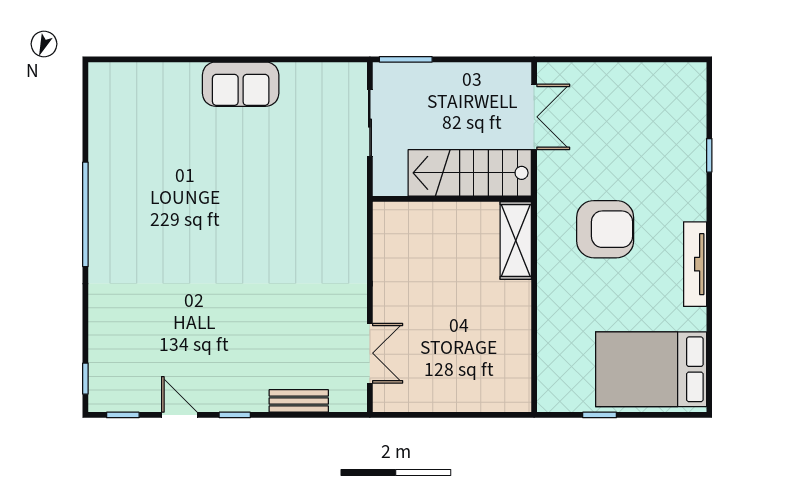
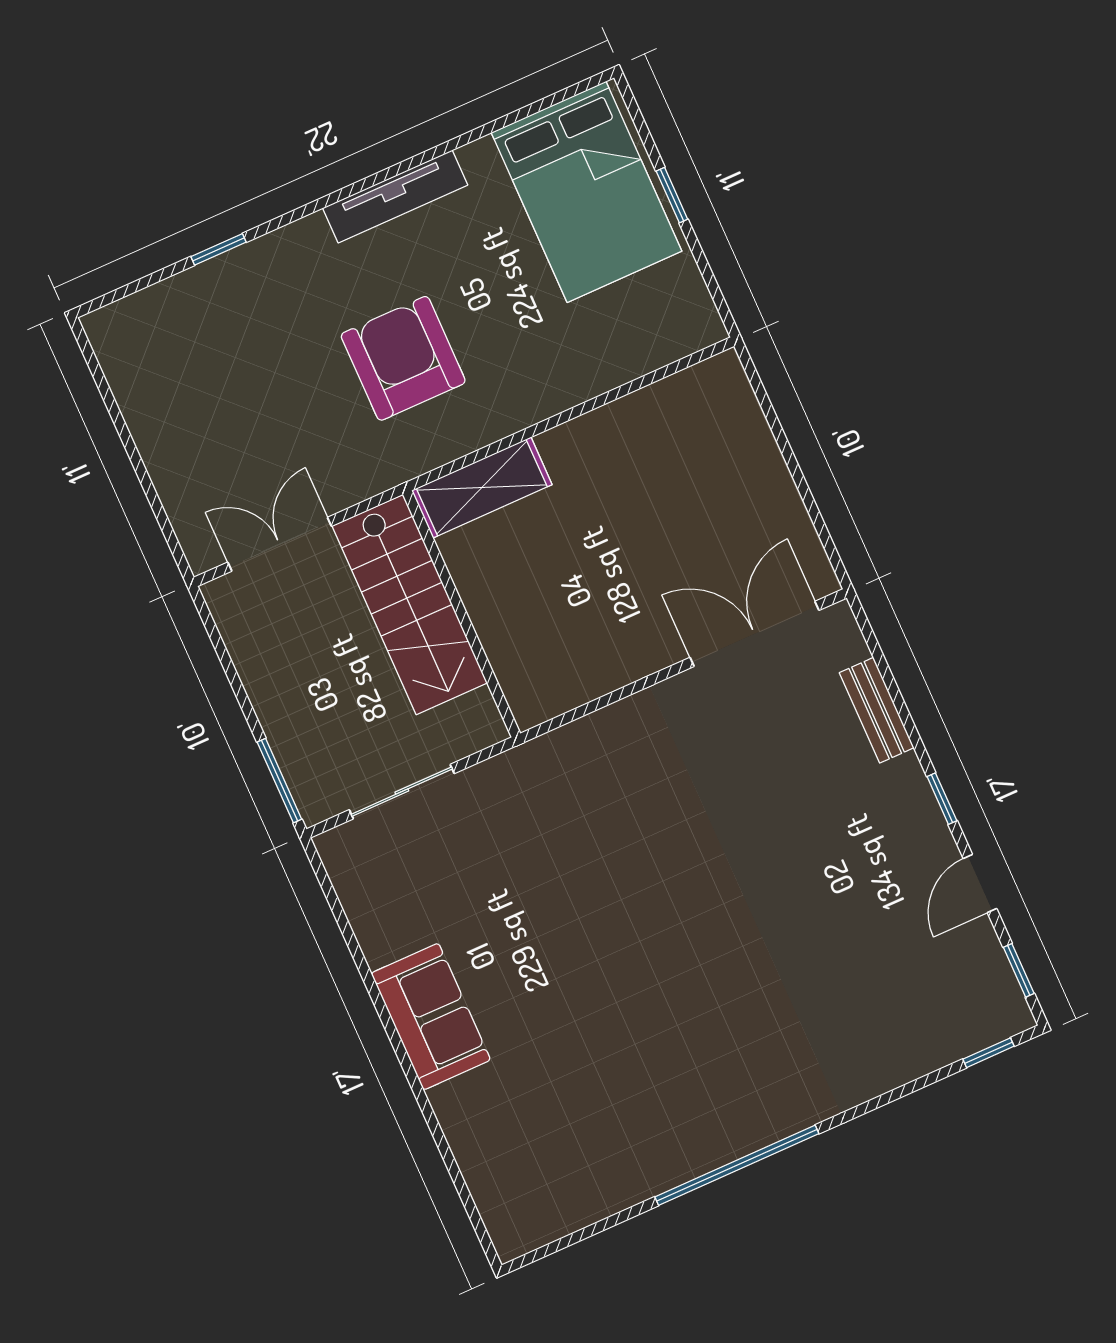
double door: (370, 353) -> (755, 634), width x1.37
window: (600, 415) -> (672, 195), moved

